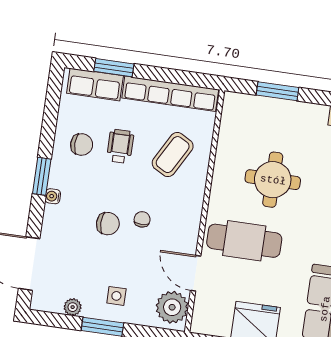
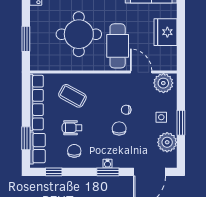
window: (52, 106) -> (54, 172), added
window: (42, 176) -> (108, 172), moved
round table: (273, 180) -> (79, 34), width x1.36, depth x1.36
chair: (142, 219) -> (126, 110), moved
door: (196, 273) -> (141, 72), swing flipped
plant: (73, 307) -> (167, 142), width x1.88, depth x1.88

